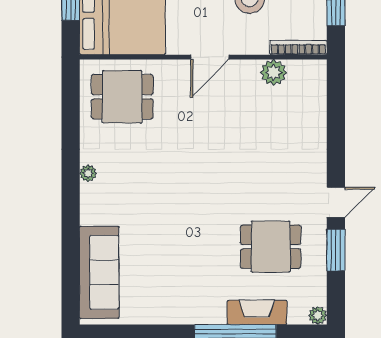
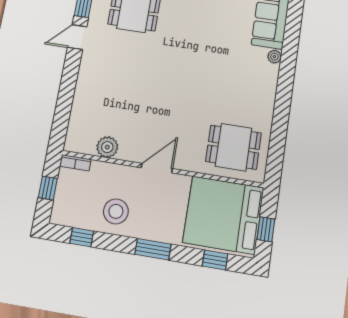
bookcase: (298, 48) -> (75, 163), width x0.64
plant: (88, 173) -> (274, 57), moved

